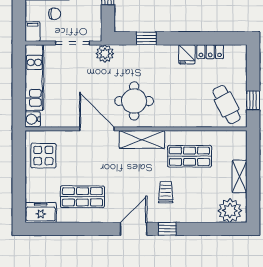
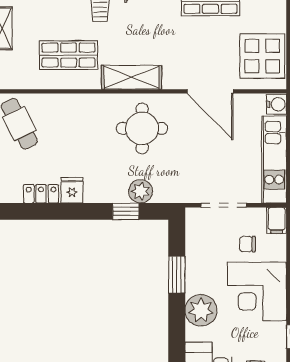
plant: (105, 54) -> (141, 191), moved
door: (97, 129) -> (210, 91), moved
display table: (43, 156) -> (262, 56), width x1.36, depth x1.36

